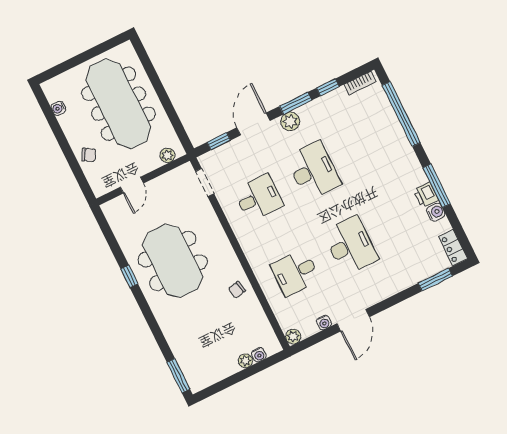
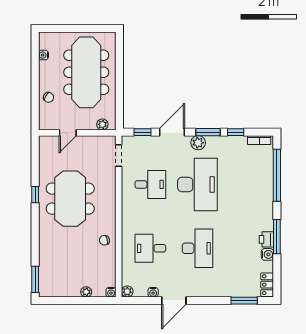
desk: (314, 171) -> (197, 184), width x1.36, depth x1.30
water cooler: (259, 355) -> (111, 292), moved

